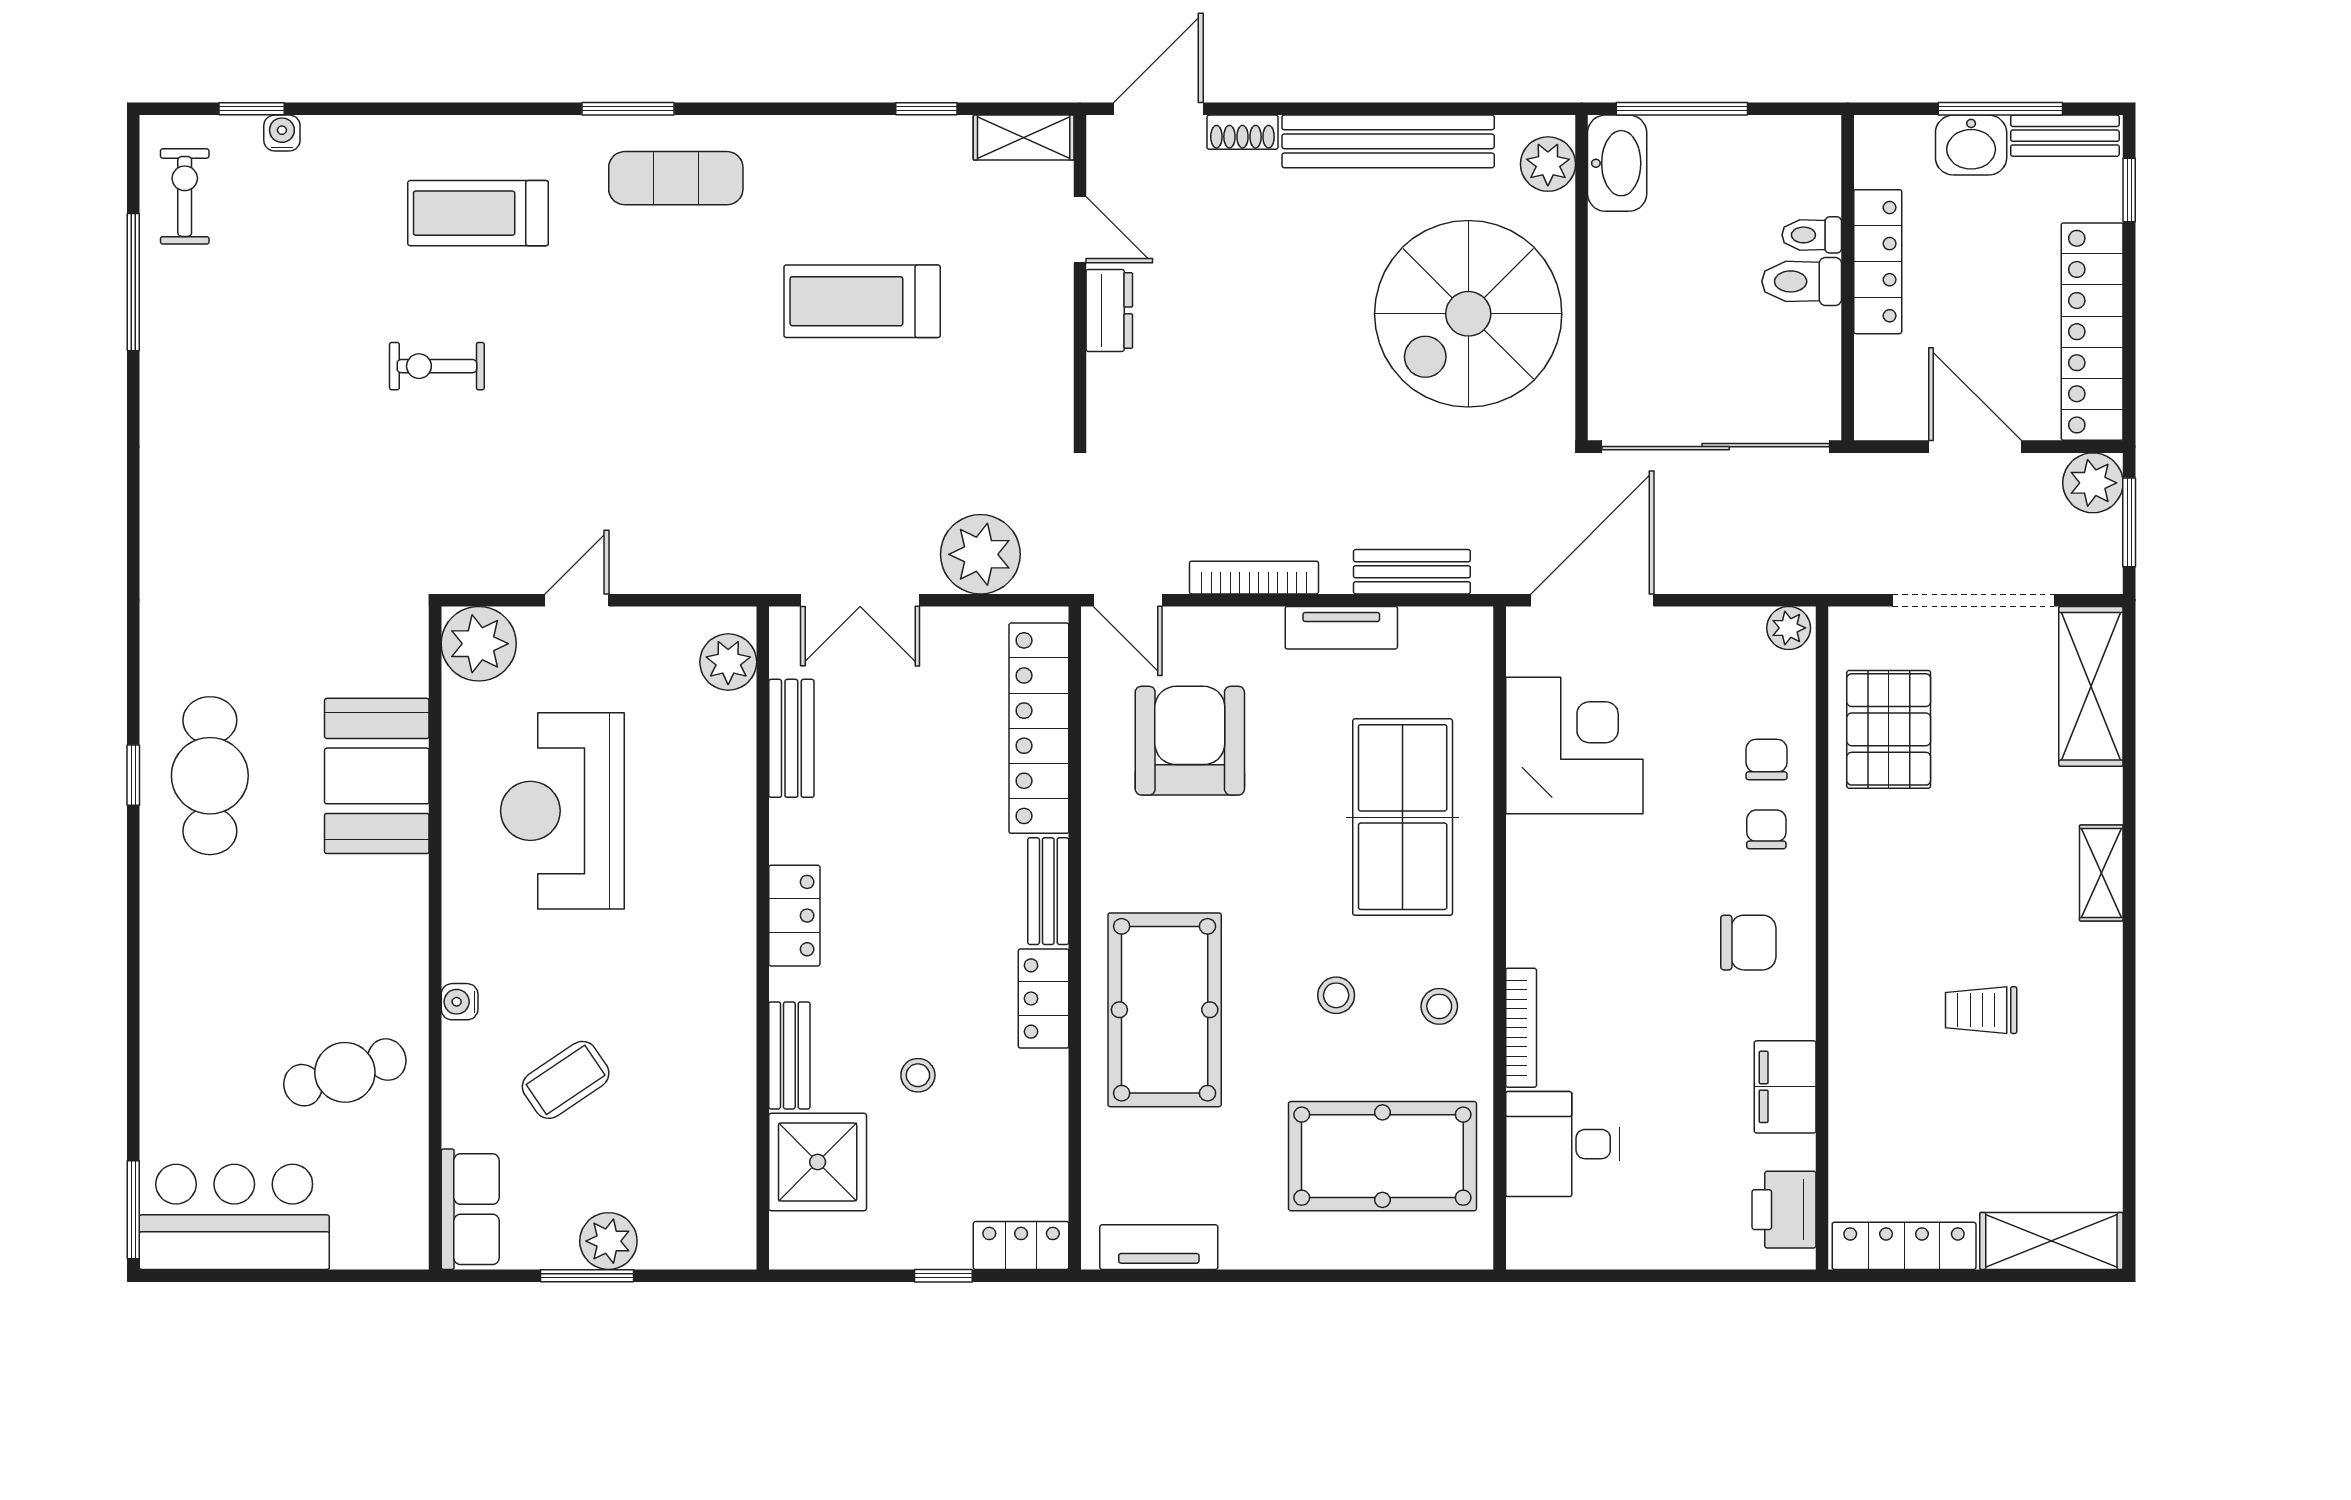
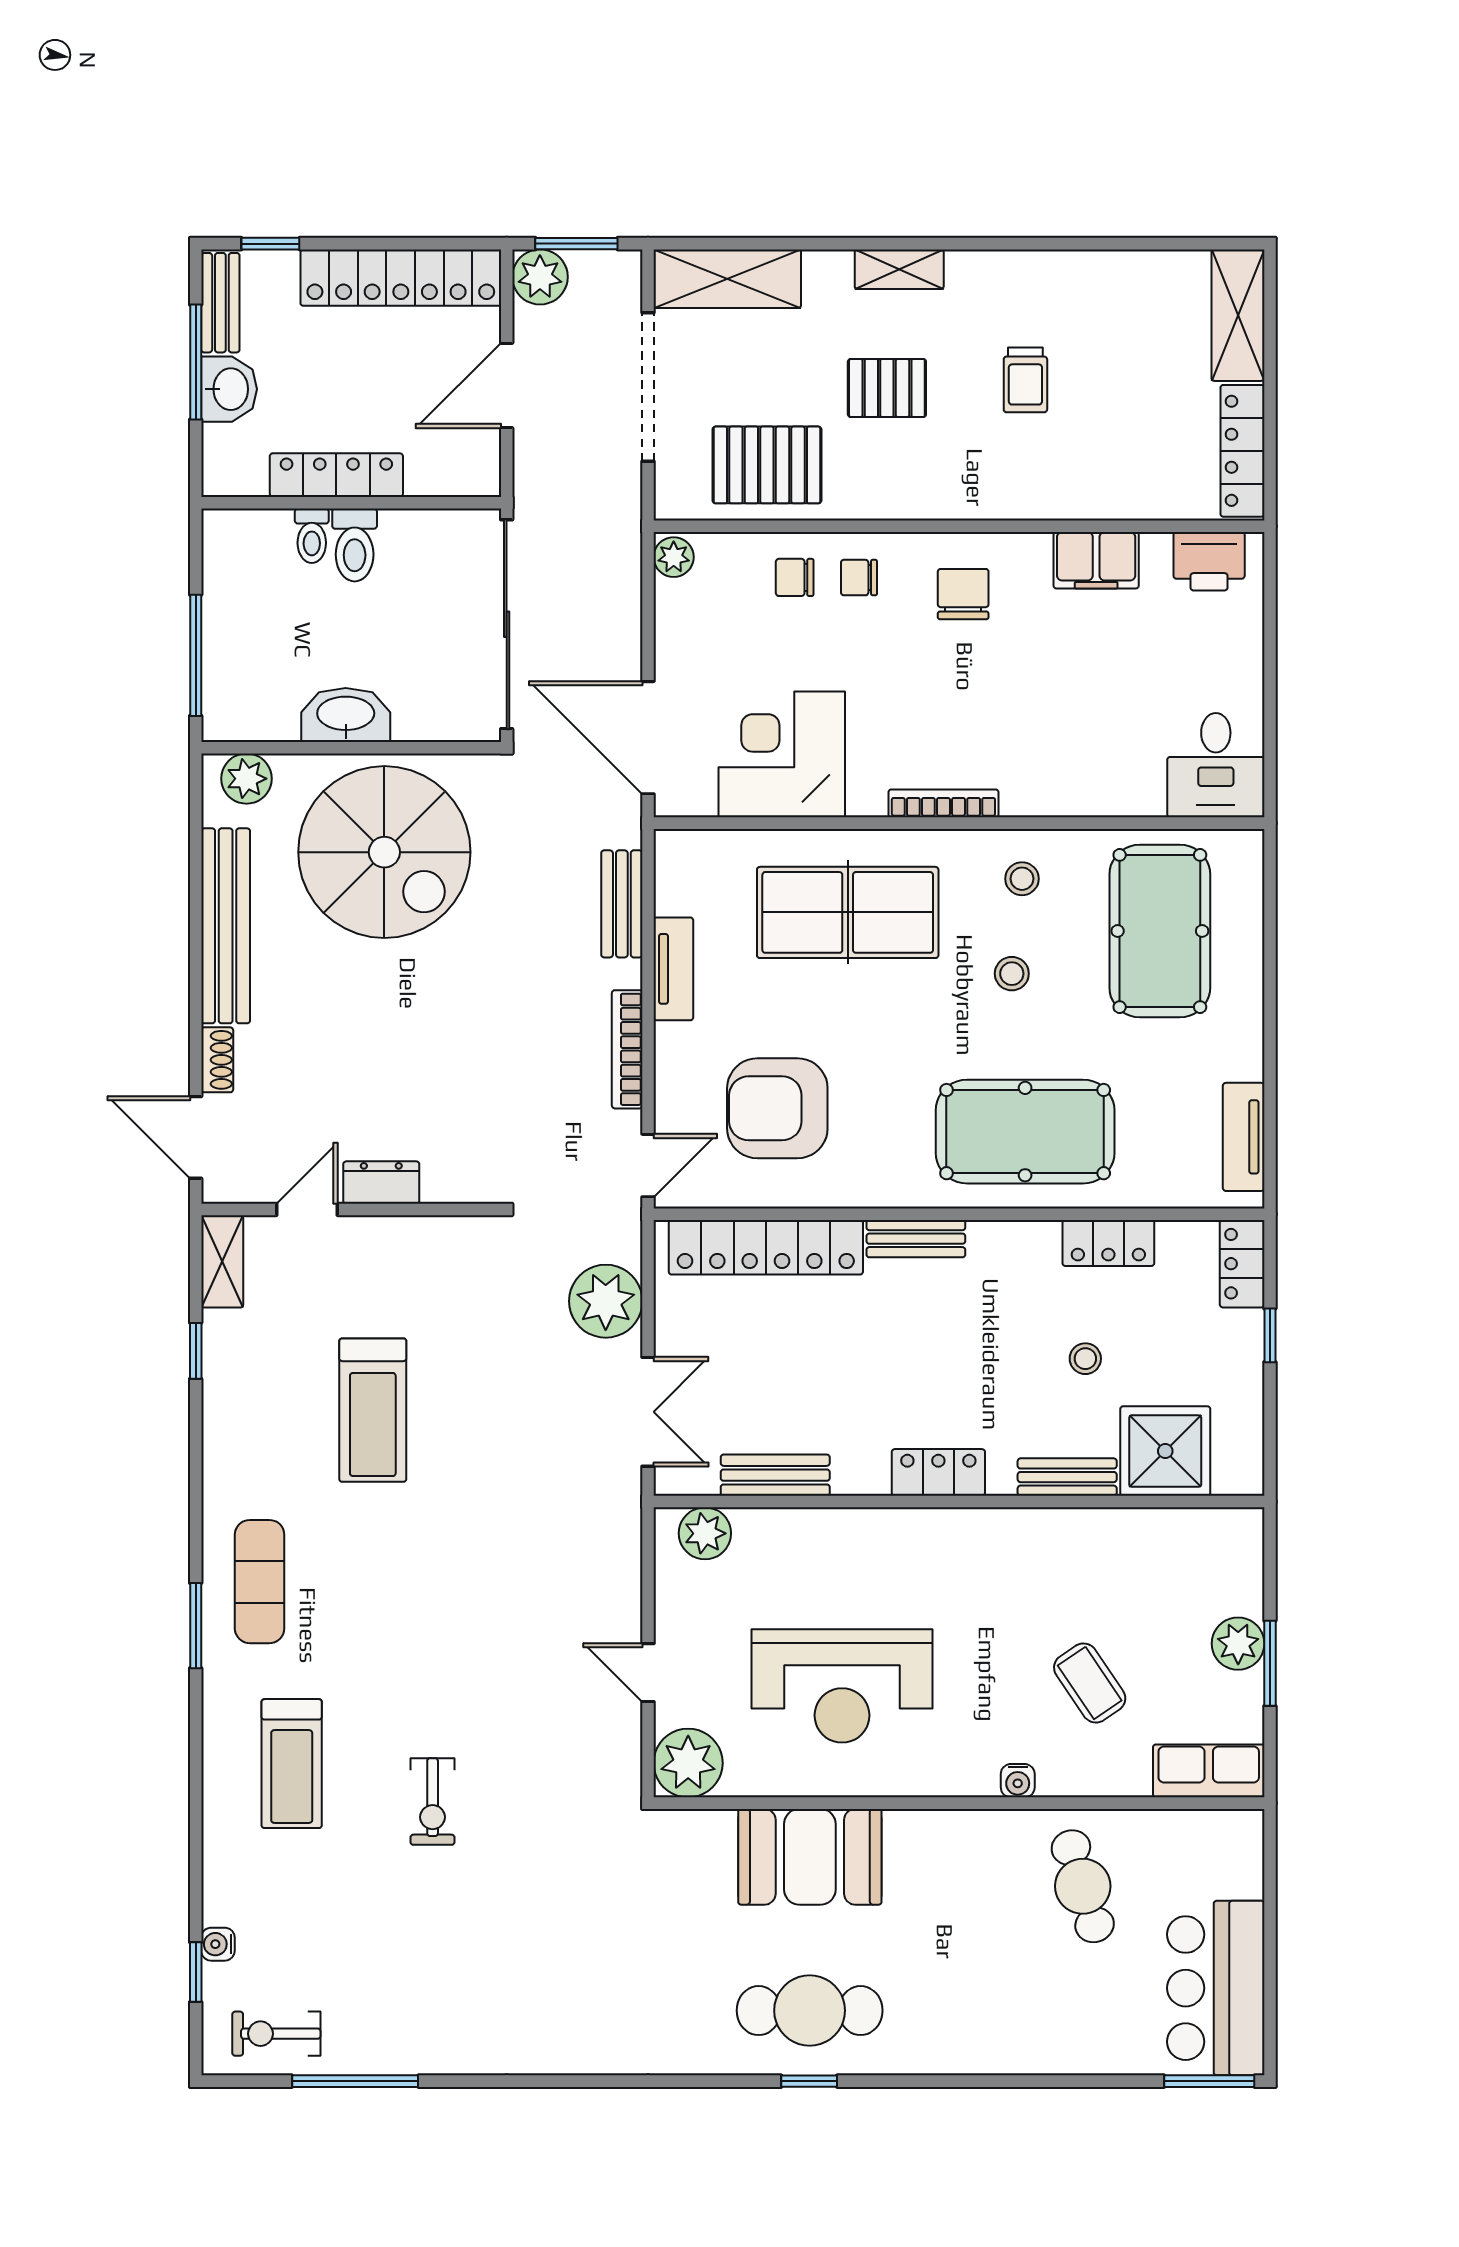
washbasin: (1617, 163) -> (346, 715), moved
pallet: (1972, 860) -> (887, 388), added
locker: (1044, 998) -> (1108, 1243), moved
bookcase: (1521, 1028) -> (943, 803), moved
desk: (1563, 1144) -> (1216, 765), moved

